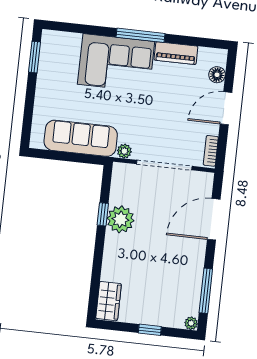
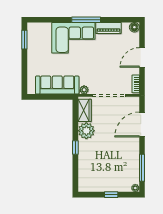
floor lamp: (217, 75) -> (134, 27), moved
window: (103, 214) -> (75, 148), moved
wardrobe: (109, 301) -> (85, 110), moved

